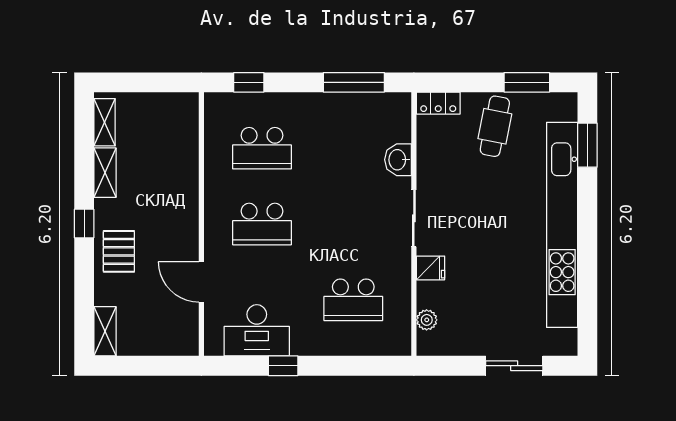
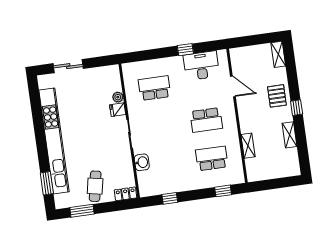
window: (354, 82) -> (170, 198), width x0.46
shelving: (104, 122) -> (248, 146), moved
school desk: (262, 224) -> (206, 120), turned 180
plant: (427, 320) -> (118, 97), moved

